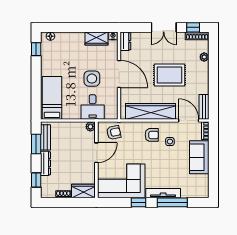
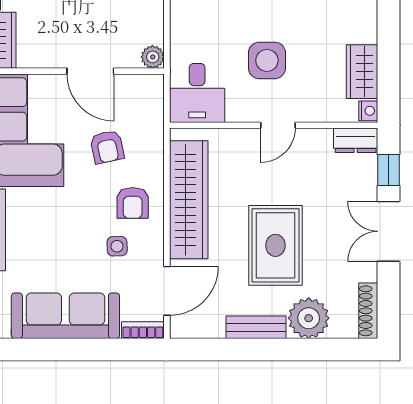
window: (193, 27) -> (389, 170), moved
plant: (204, 57) -> (309, 318), width x1.88, depth x1.88
door: (119, 74) -> (278, 125), width x0.53
desk: (93, 107) -> (197, 93), moved, turned -90
bench: (204, 107) -> (256, 327), moved
armchair: (114, 132) -> (107, 147), moved
sofa: (199, 157) -> (65, 316), width x1.36

